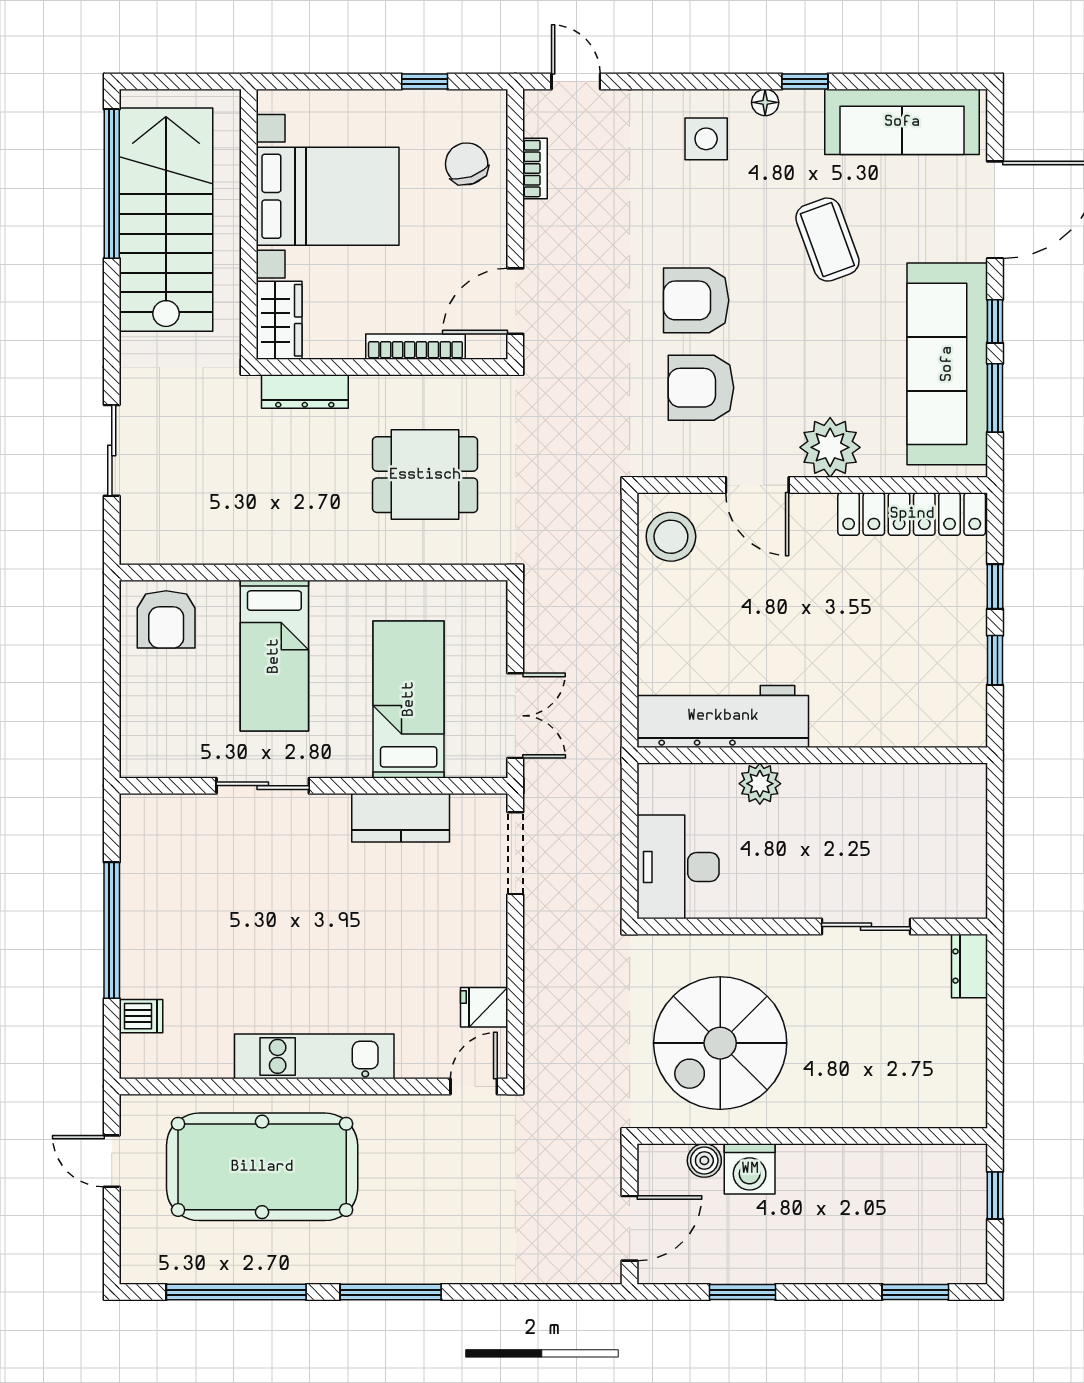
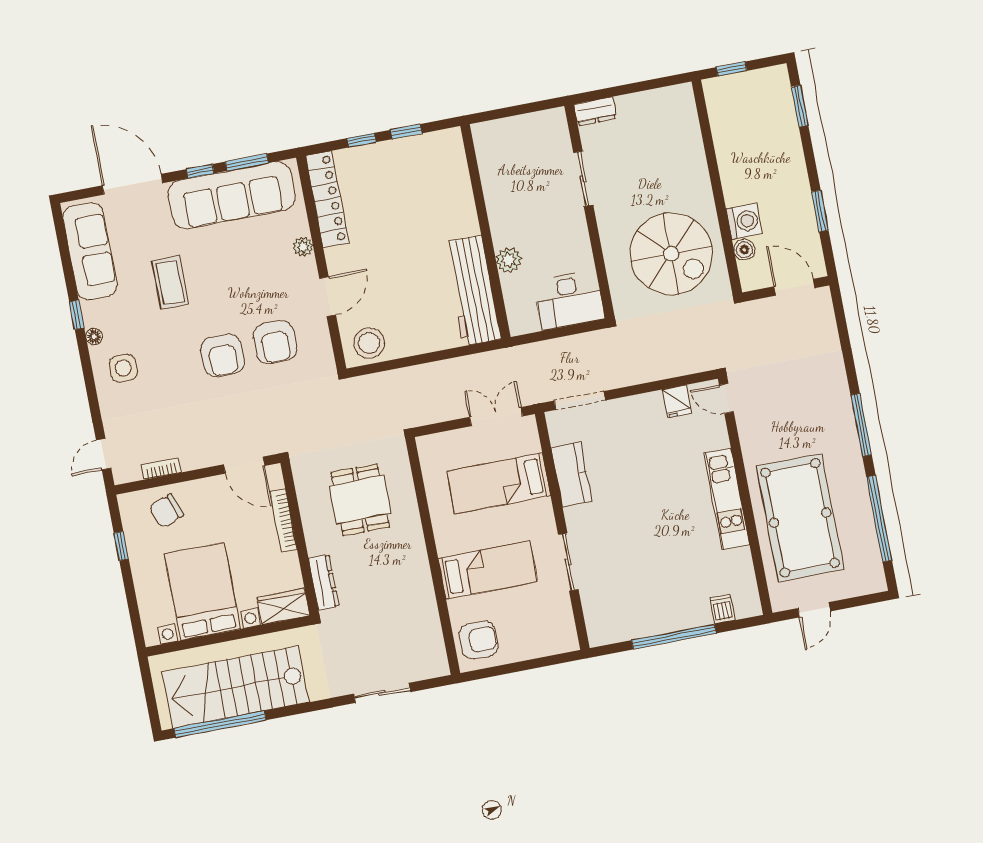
coffee table: (827, 240) -> (170, 283), turned -70
plant: (830, 447) -> (303, 247), width x0.53, depth x0.53

